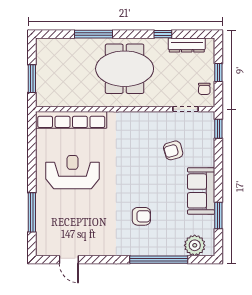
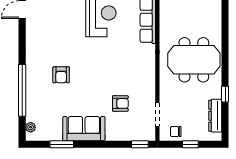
window: (93, 34) -> (225, 32), removed
meeting table: (125, 69) -> (194, 60), turned 90
armchair: (173, 150) -> (120, 103), turned 106
plant: (195, 245) -> (31, 127), width x0.53, depth x0.53

